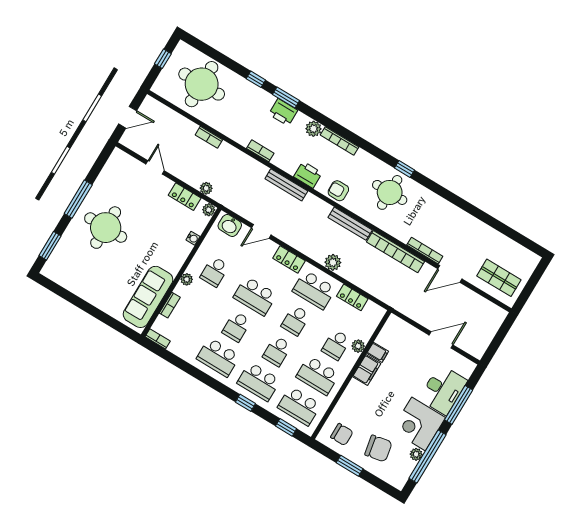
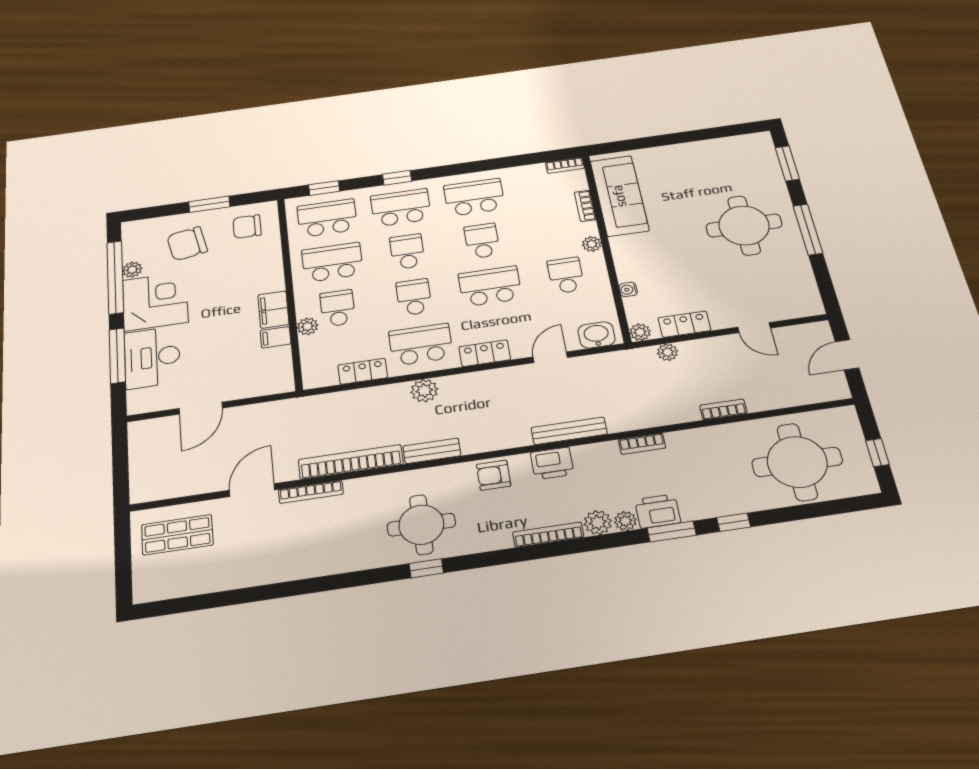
plant: (301, 119) -> (625, 521), added
armchair: (338, 191) -> (494, 475), turned 180
bench: (350, 224) -> (432, 451), width x0.73

